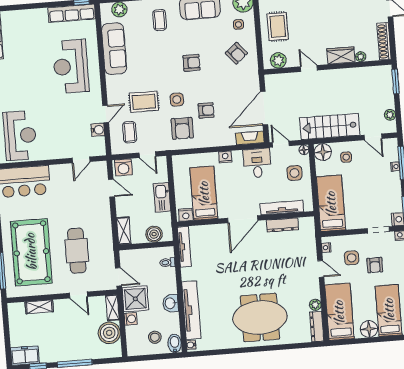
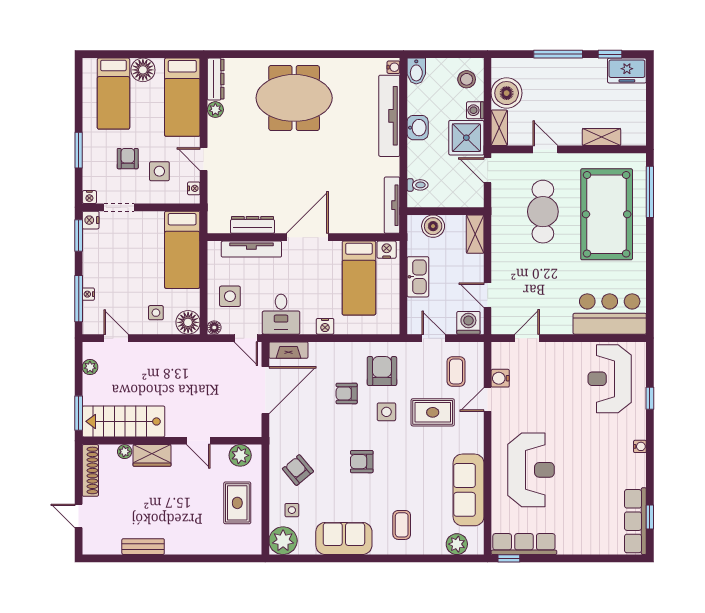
stairs: (330, 126) -> (124, 421), moved, turned 180
stool: (155, 337) -> (467, 79), moved

